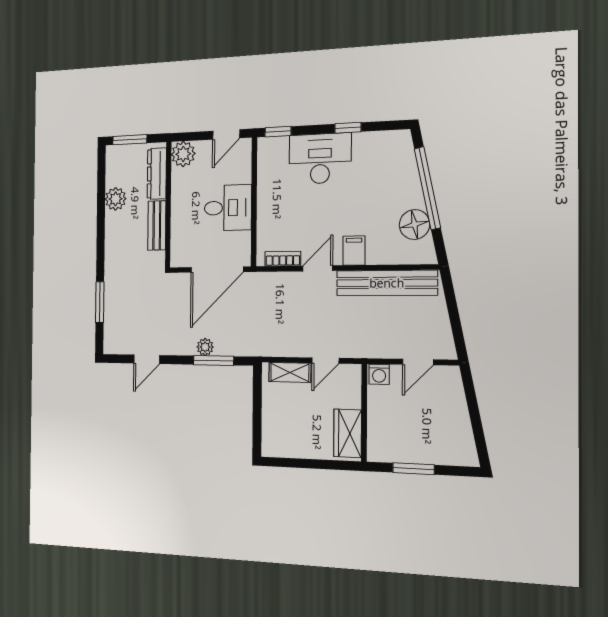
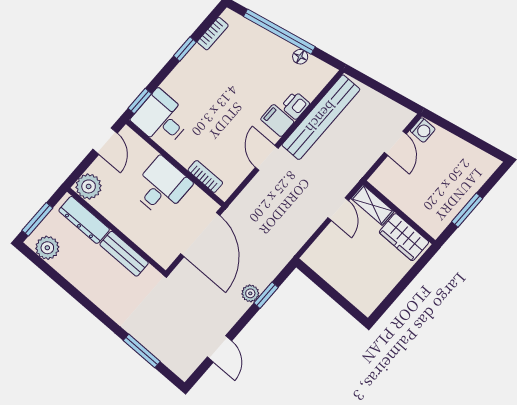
bookcase: (379, 138) -> (213, 34), added
desk: (320, 159) -> (162, 119), moved, width x0.73
plant: (116, 199) -> (47, 248), moved
floor lamp: (415, 225) -> (300, 57), width x0.53, depth x0.53
printer: (379, 254) -> (295, 105), added
bookcase: (283, 259) -> (205, 176), moved, turned 90
window: (214, 360) -> (266, 295), width x0.67
shelving: (290, 372) -> (373, 205), moved, turned 90
washing machine: (379, 374) -> (423, 130), moved

